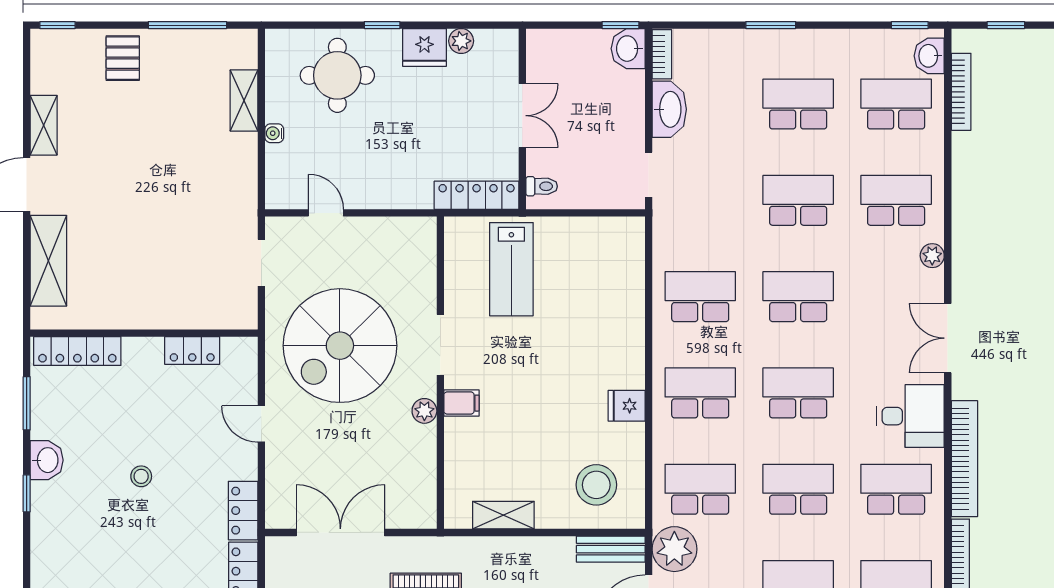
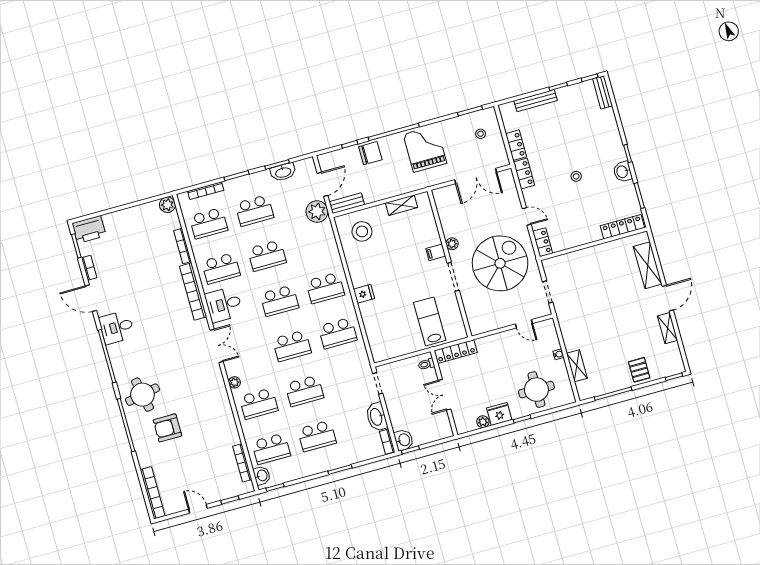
locker: (192, 350) -> (543, 242), moved, turned 90
fridge: (627, 406) -> (364, 294), moved
school desk: (700, 489) -> (313, 243), removed

